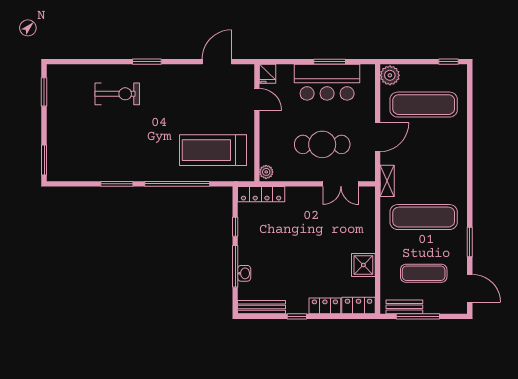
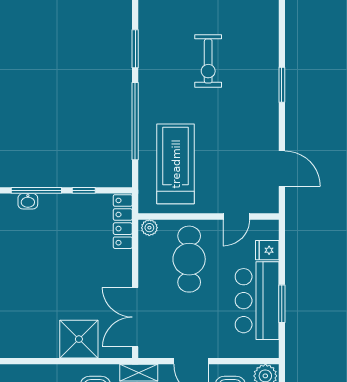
fridge: (268, 74) -> (267, 250), moved
exercise bike: (117, 94) -> (208, 61), moved
cafe table: (322, 144) -> (189, 259), moved
double door: (341, 184) -> (135, 317), width x1.37
shower: (363, 265) -> (79, 339), moved, width x1.36, depth x1.36

